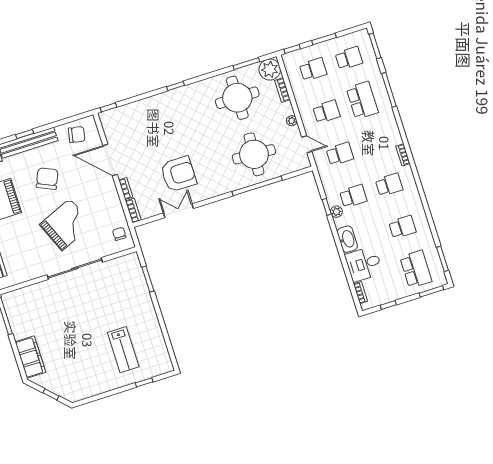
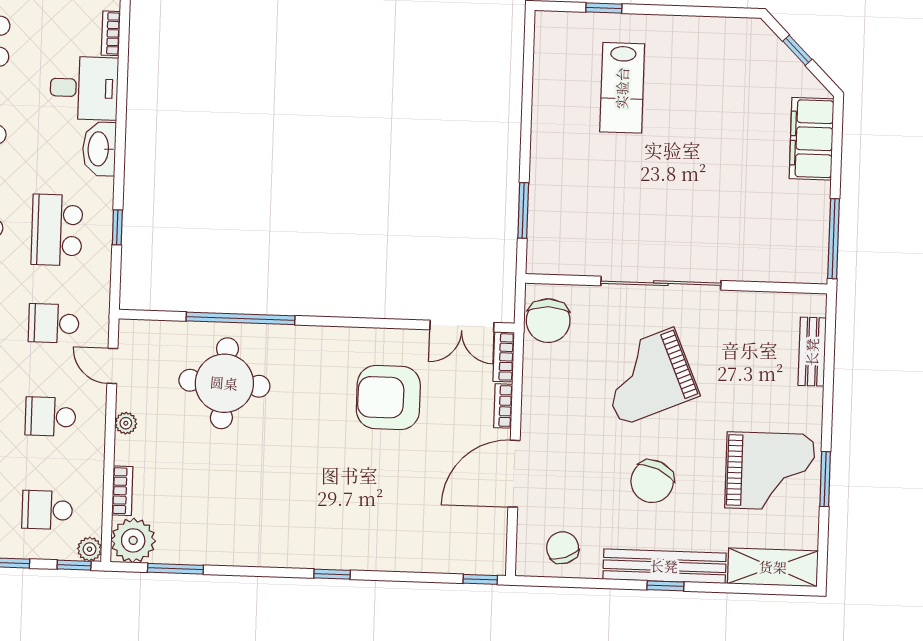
round table: (237, 98) -> (218, 507), removed
chair: (77, 135) -> (563, 548), turned 59
door: (110, 160) -> (514, 474), swing flipped
school desk: (353, 196) -> (57, 230), width x1.85
double door: (178, 211) -> (462, 326), moved
plant: (336, 212) -> (89, 549), moved
chair: (119, 234) -> (548, 321), width x1.87, depth x1.87
lab bench: (123, 350) -> (622, 88), turned 180

